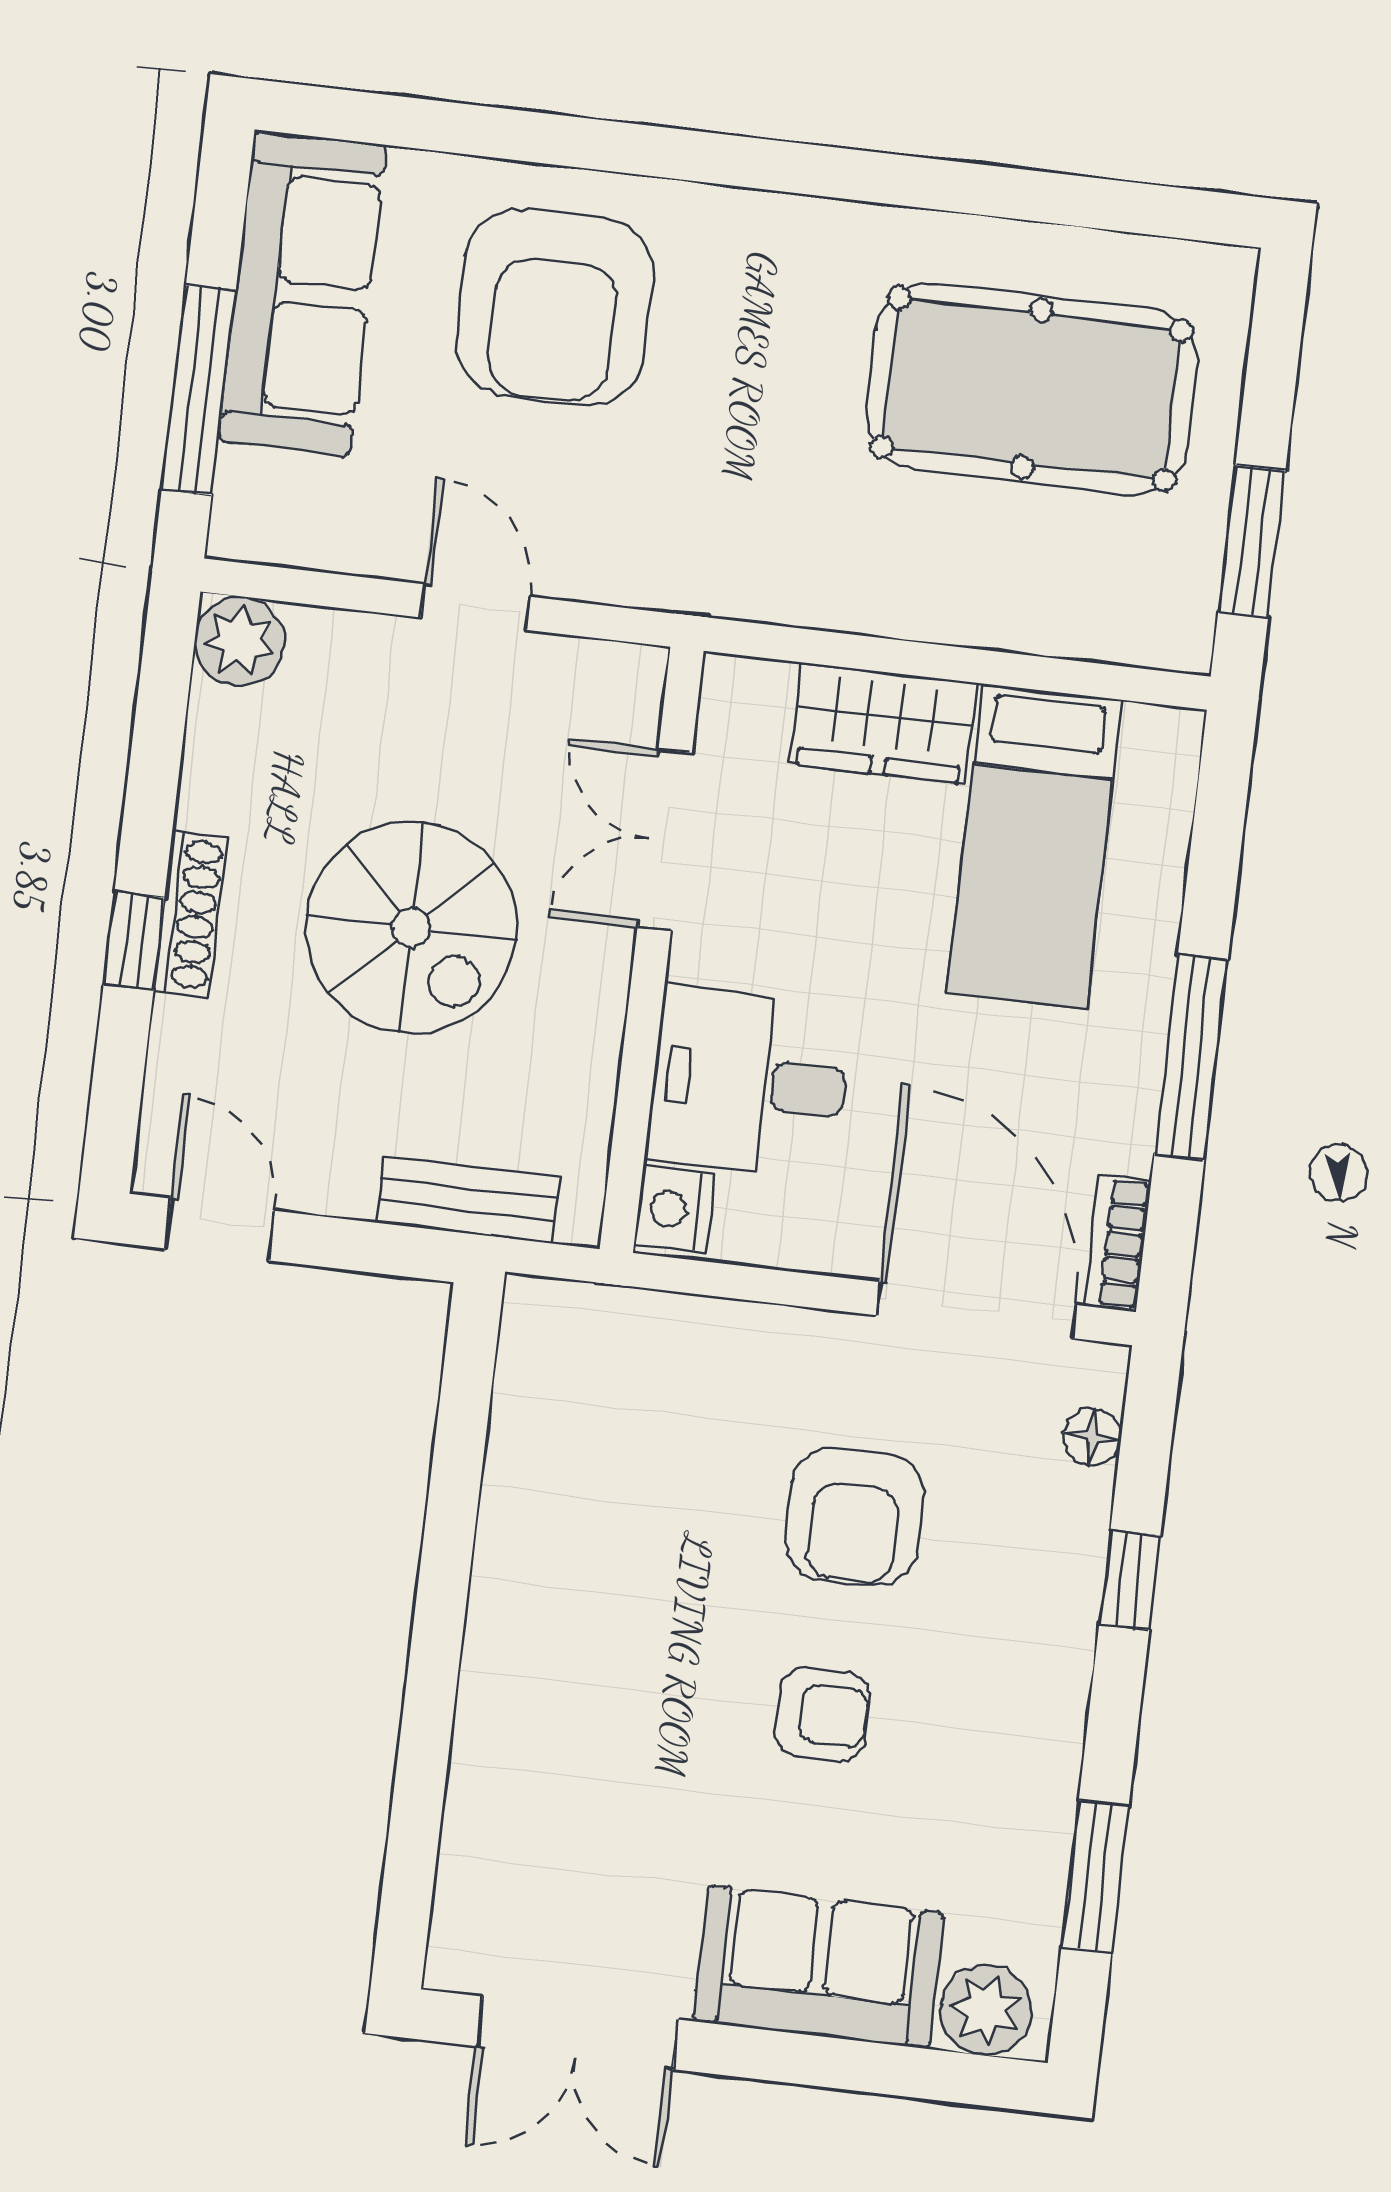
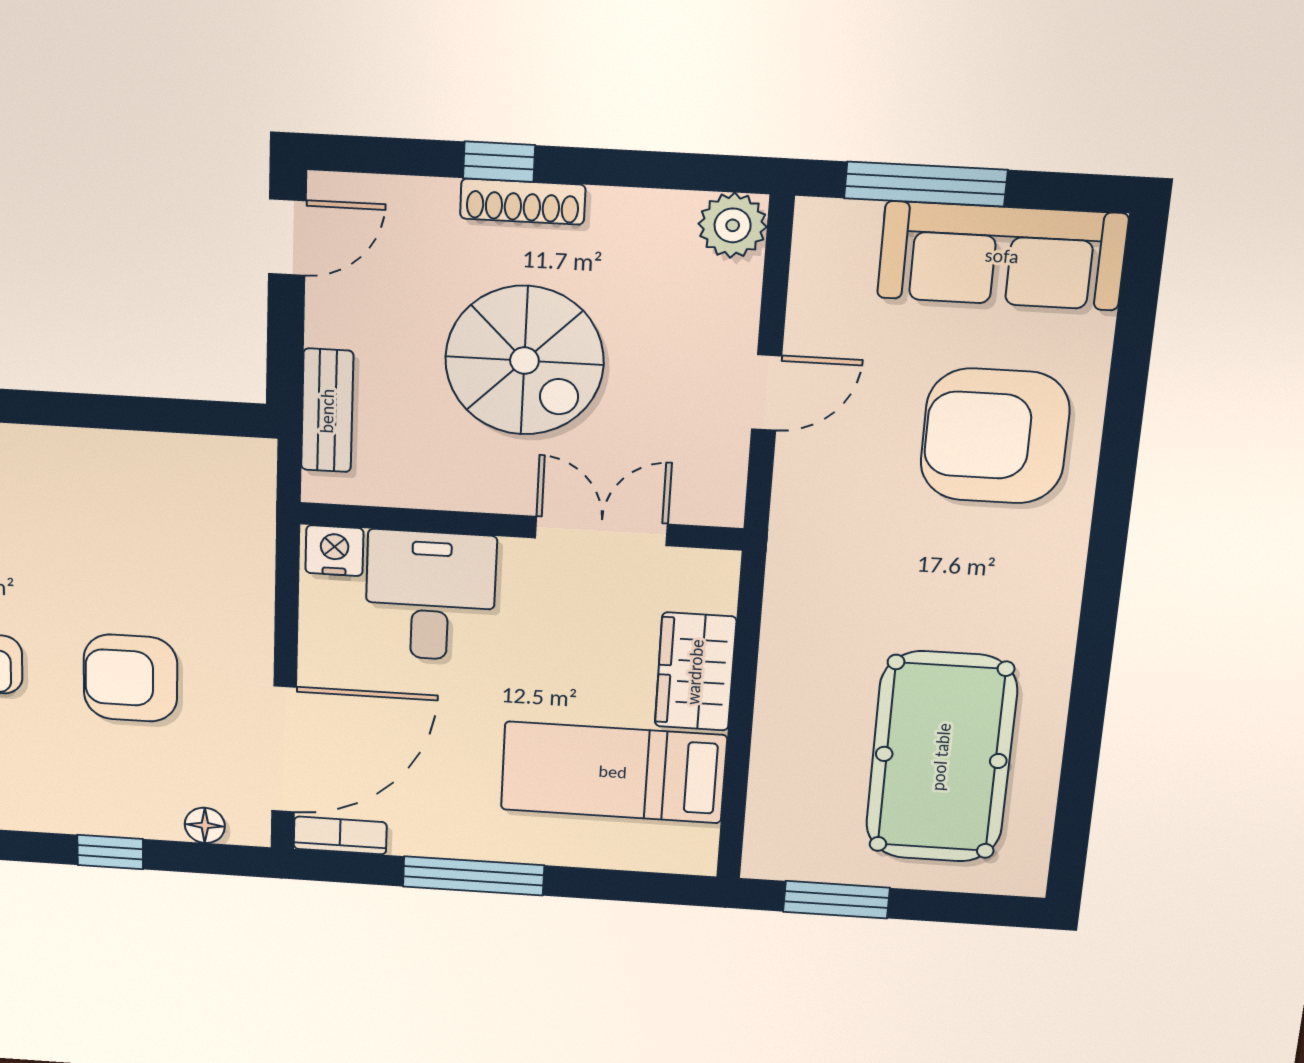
spiral stairs: (412, 927) -> (524, 361), turned -90

